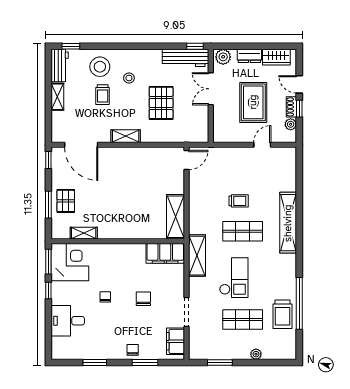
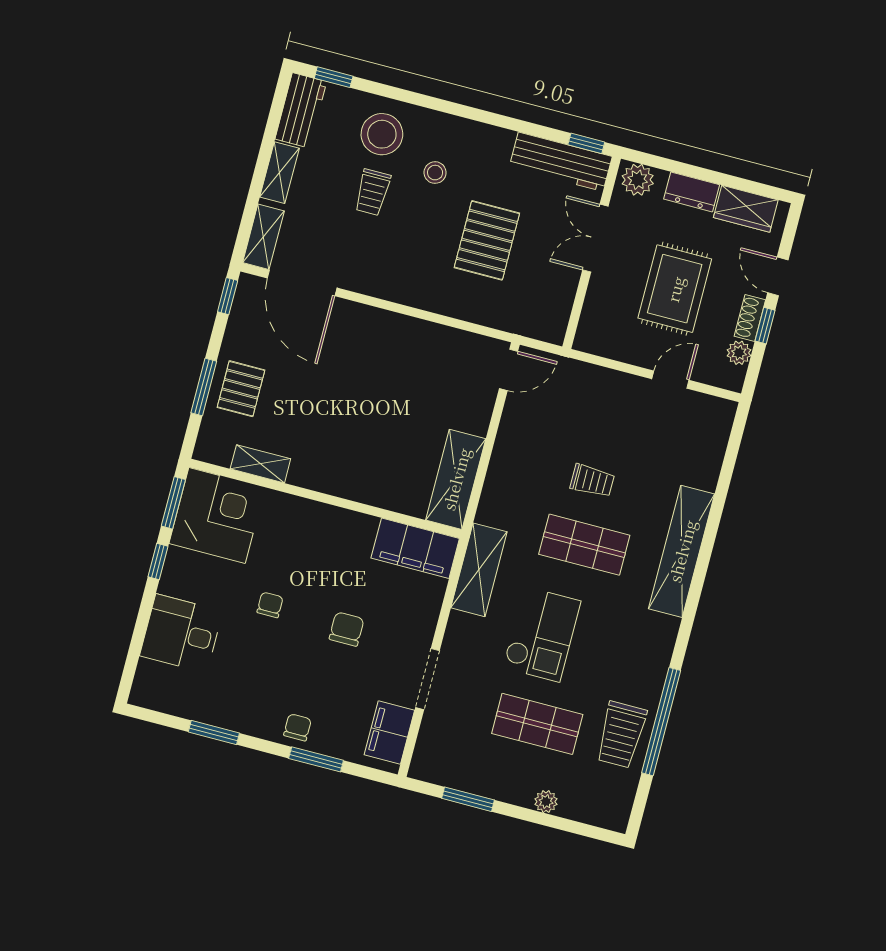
shelving: (126, 136) -> (263, 237), moved, turned 90

